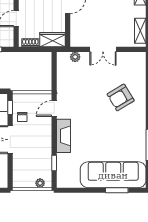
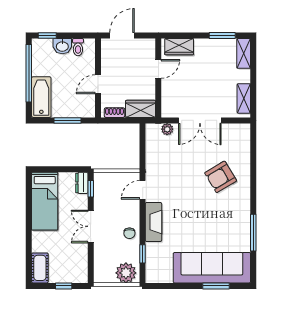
double door: (103, 49) -> (200, 120), width x1.37
chair: (22, 117) -> (129, 233), moved
plant: (40, 183) -> (126, 273), width x1.88, depth x1.88

